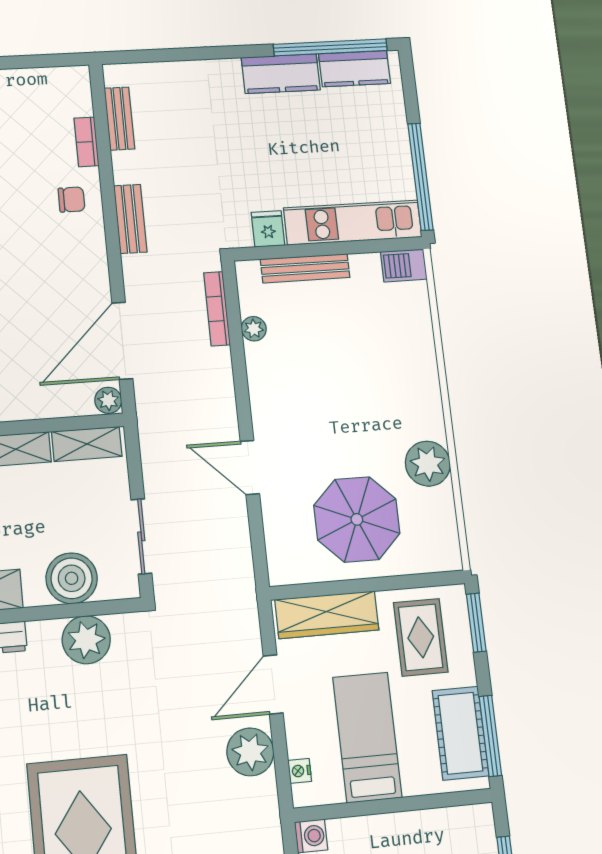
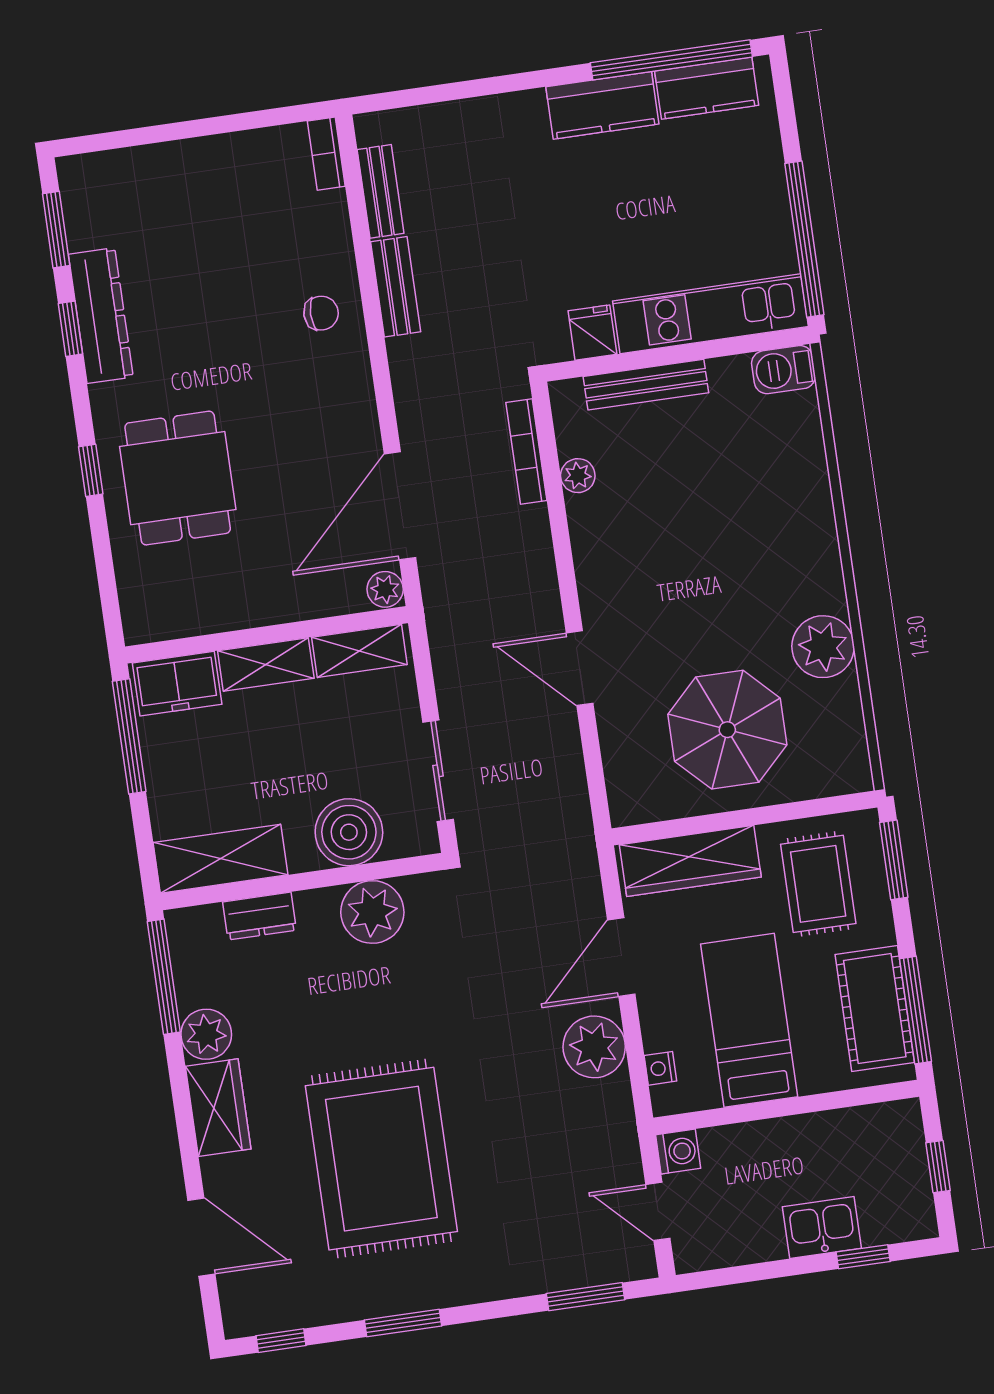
bookcase: (86, 142) -> (326, 154), moved
bench: (130, 219) -> (396, 287), moved

